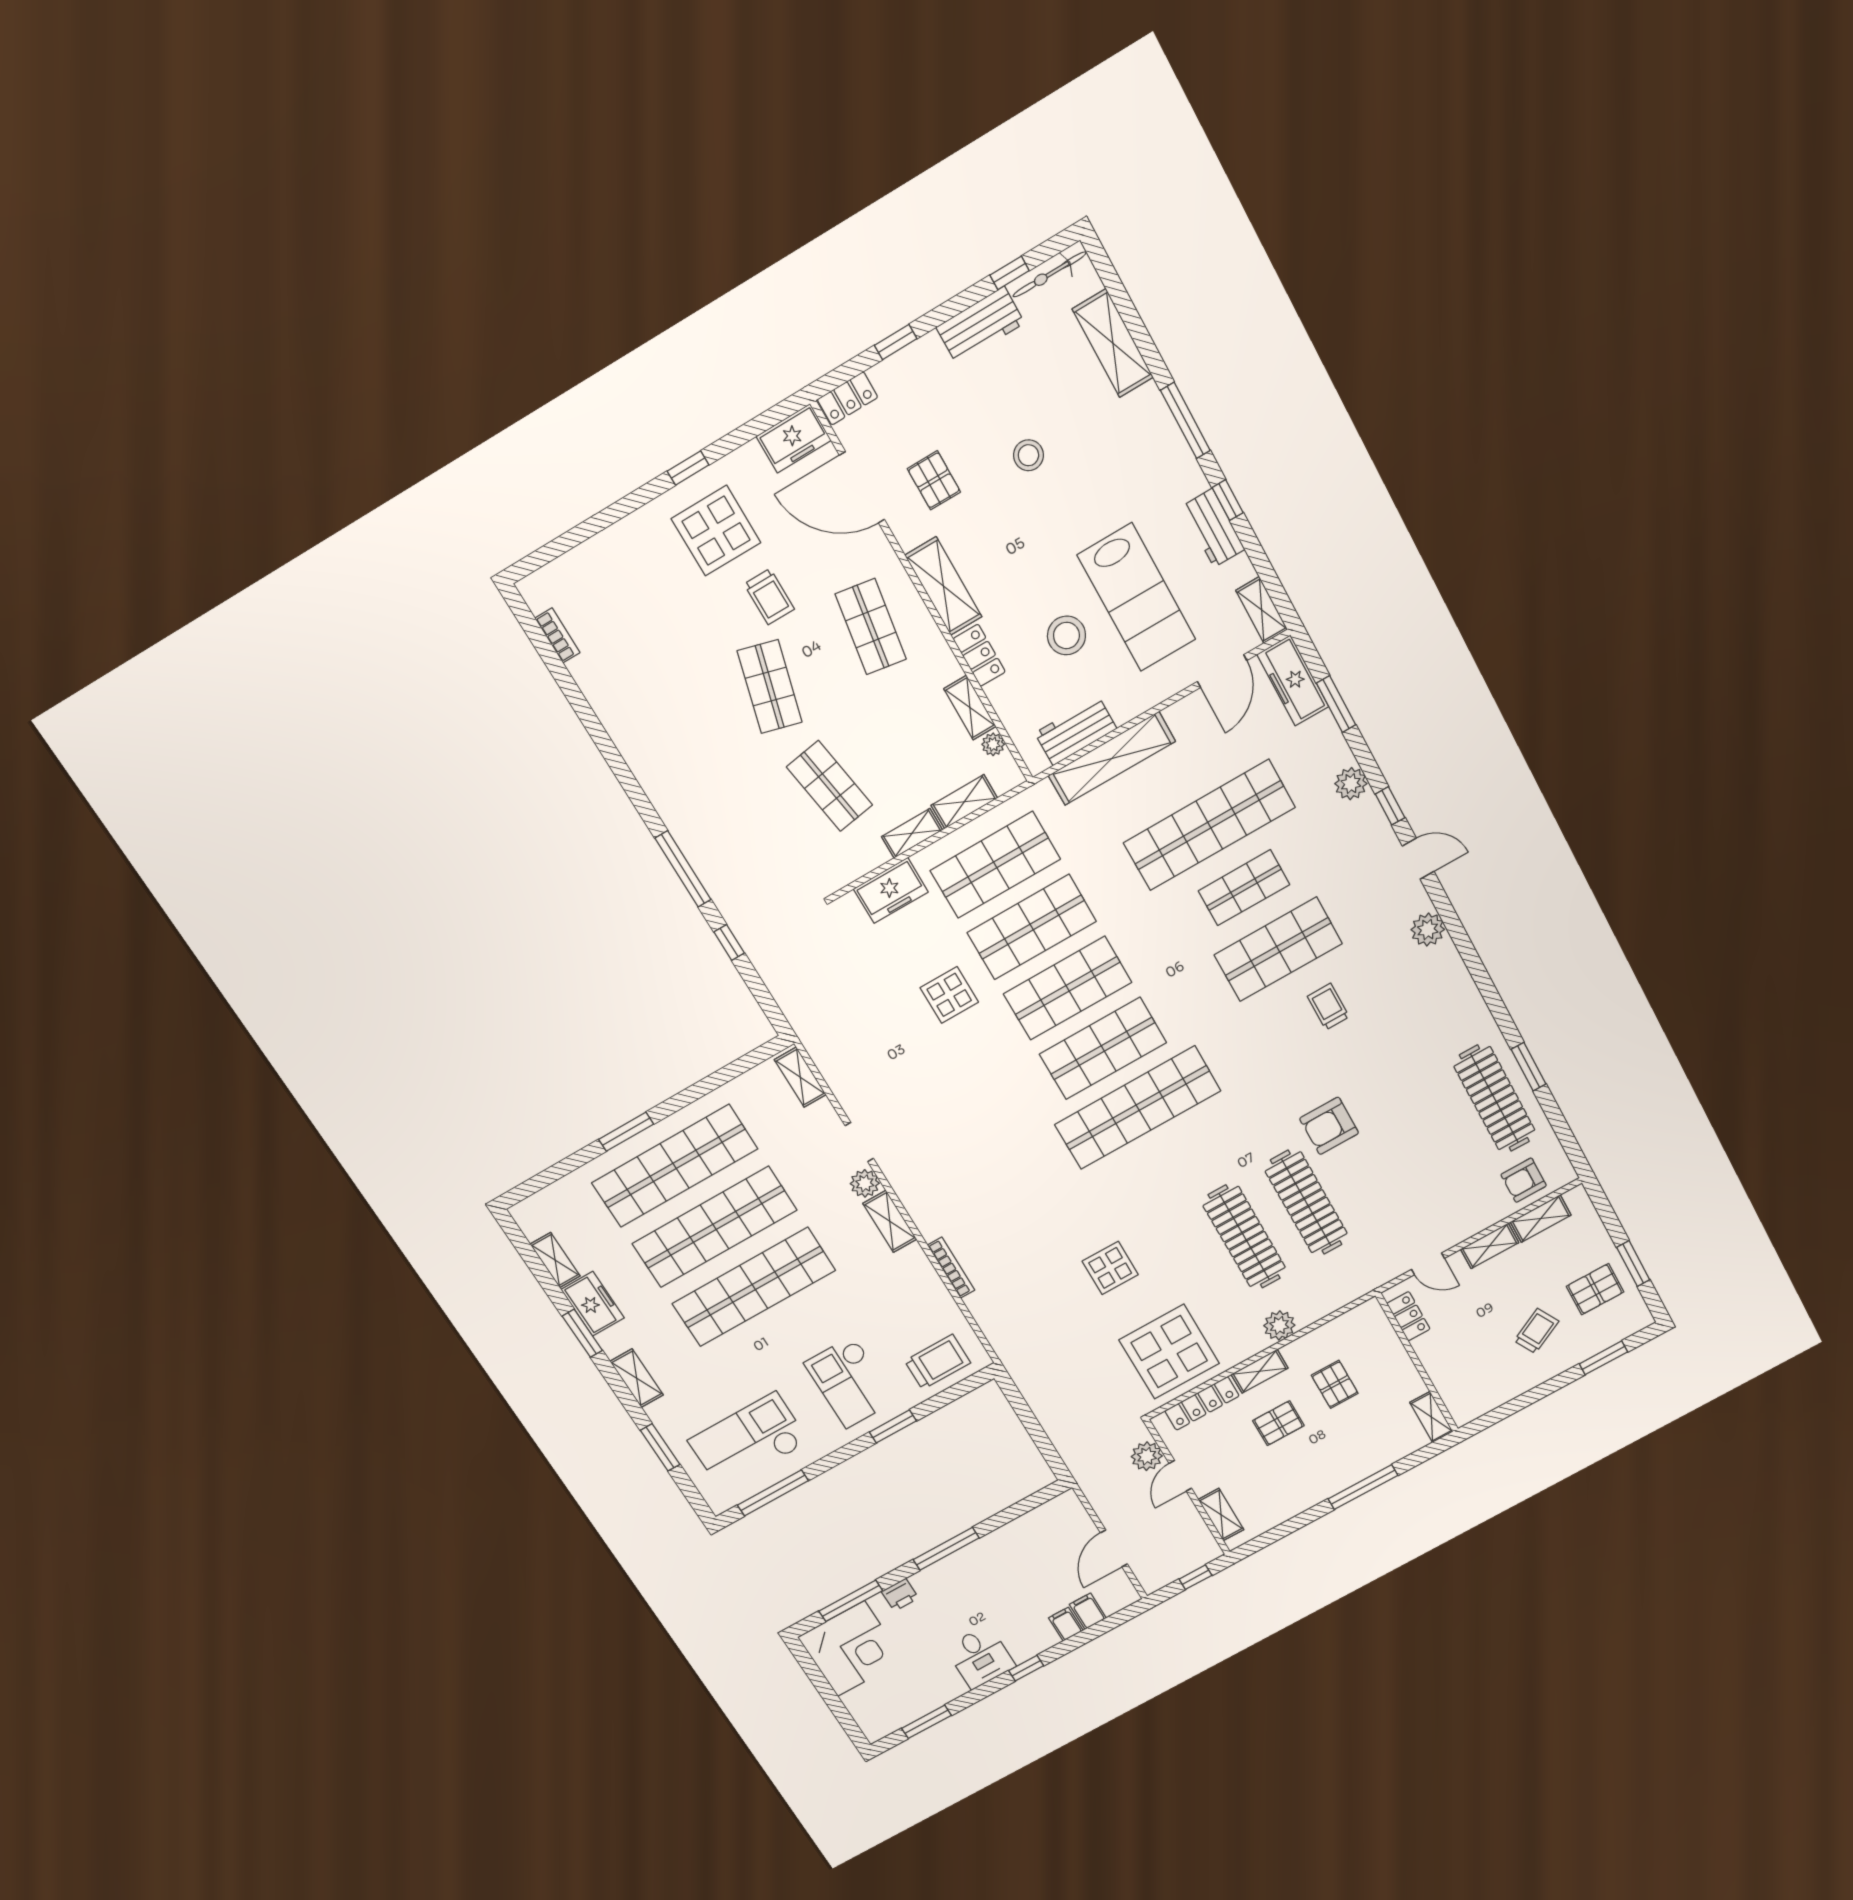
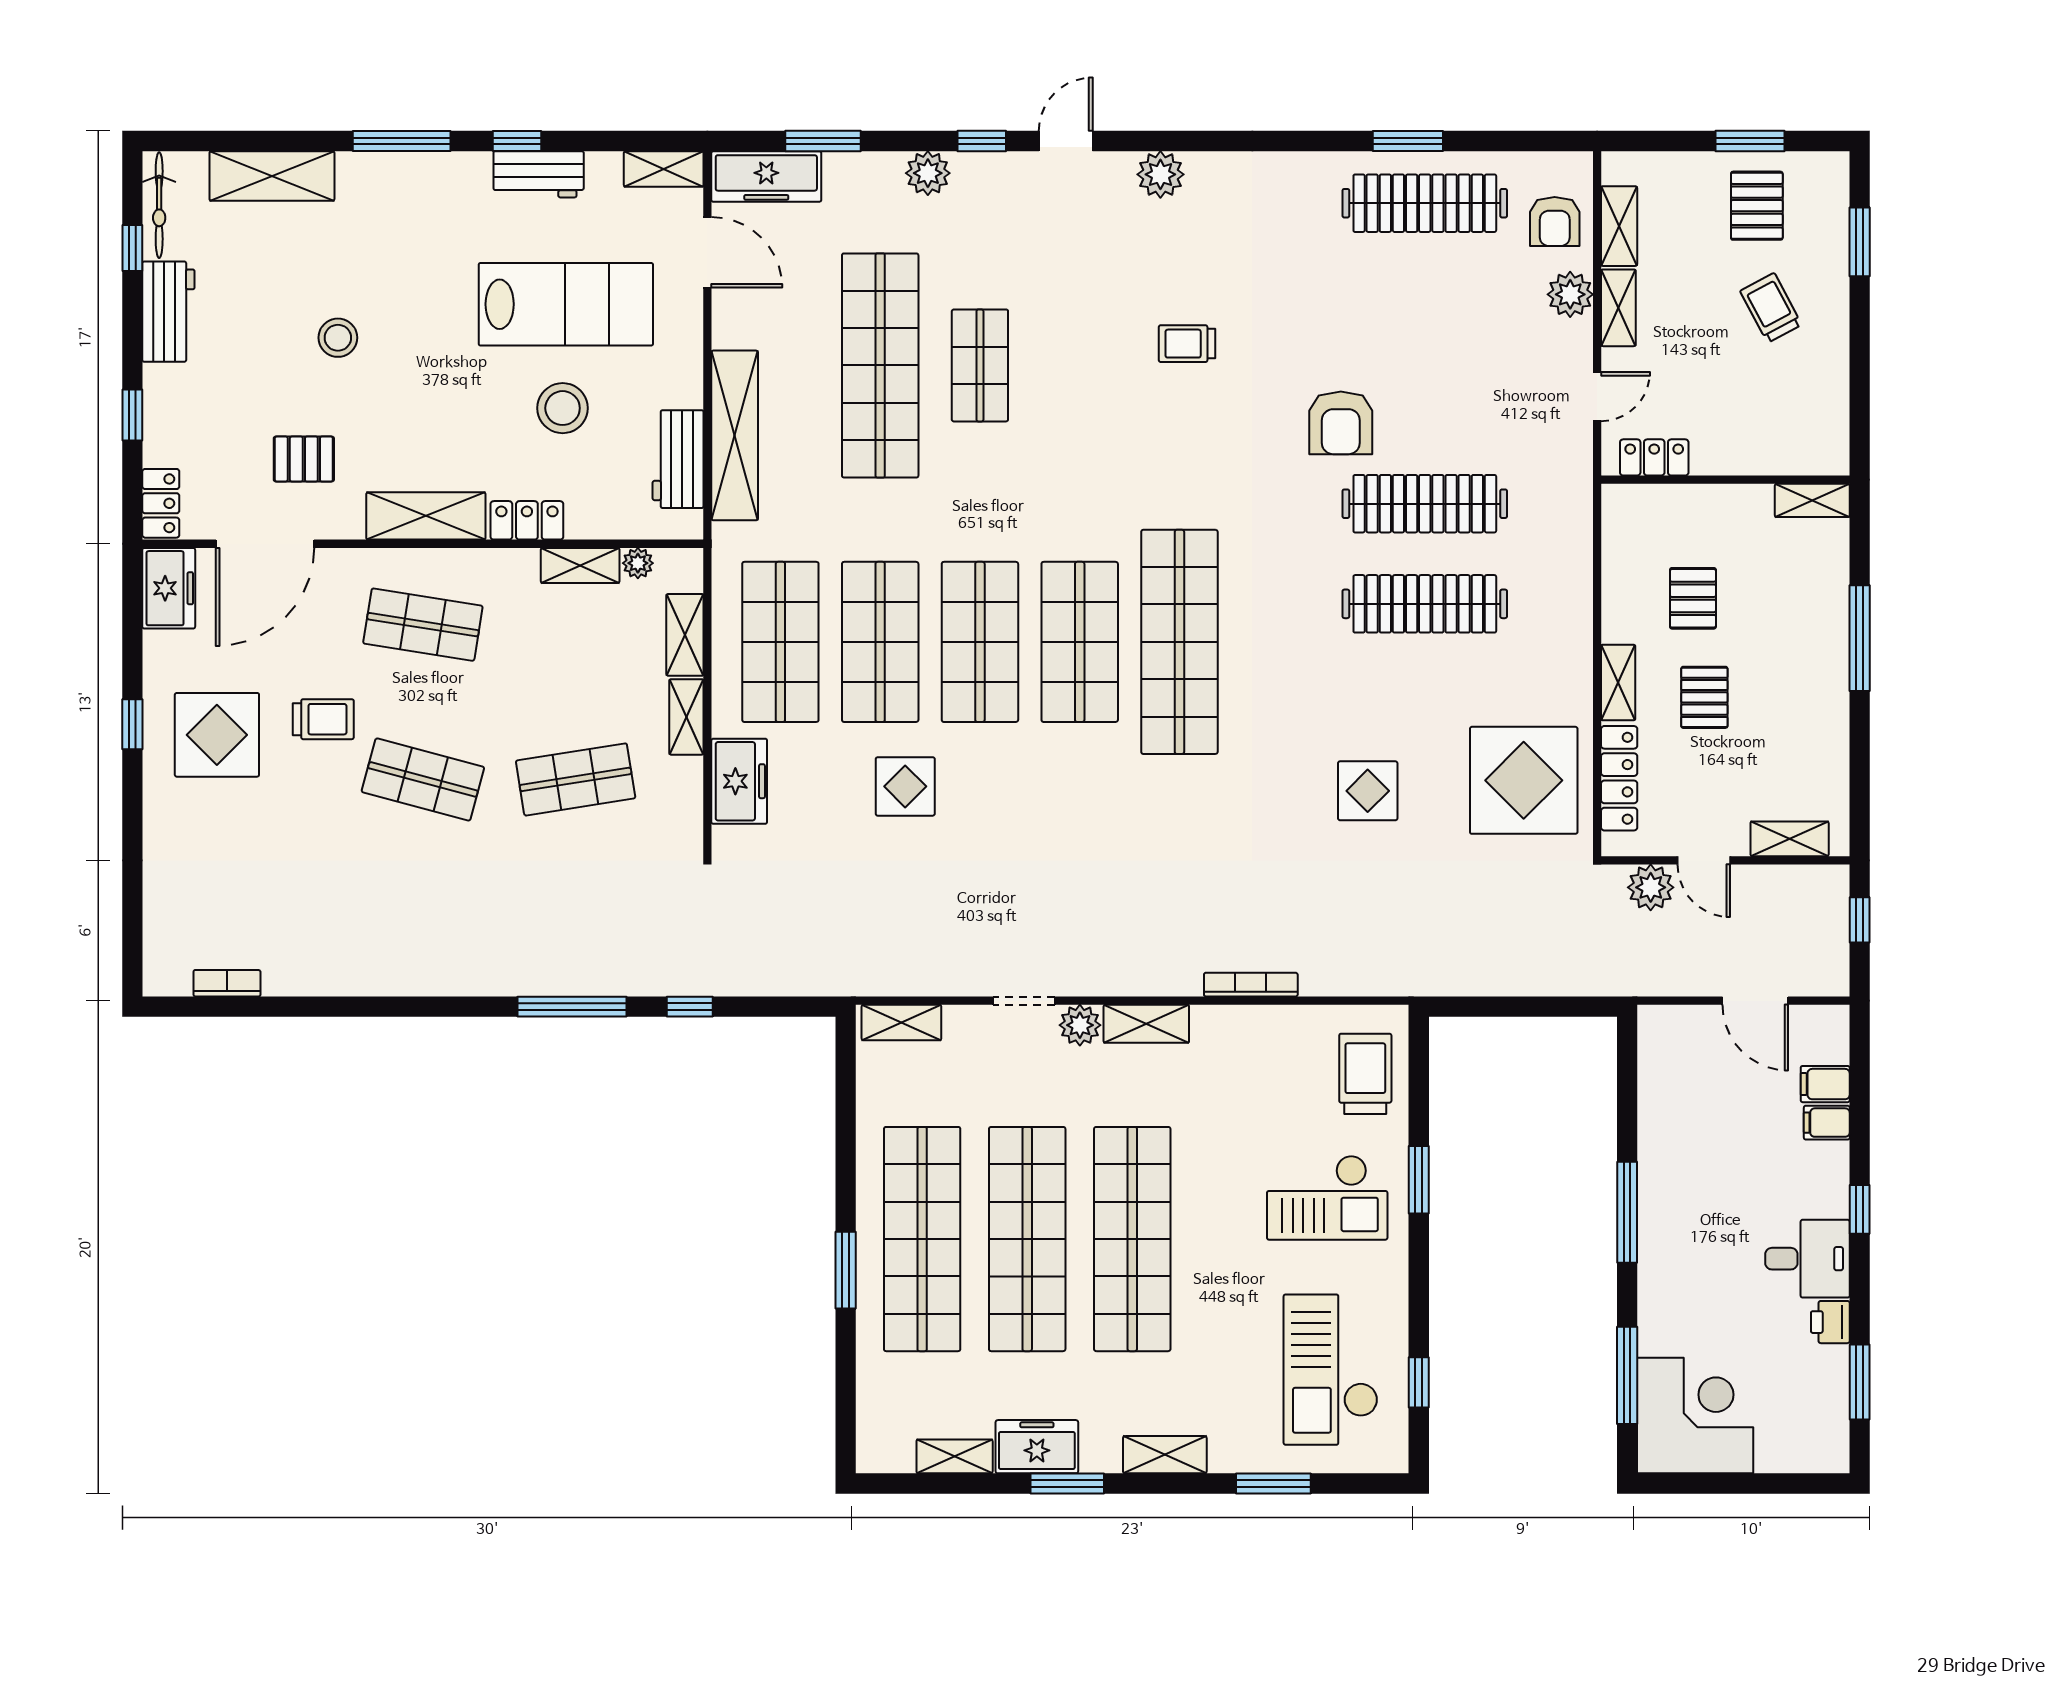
shop shelf: (1278, 949) -> (1080, 365), removed
plant: (1279, 1325) -> (1570, 294), moved
pallet: (1335, 1384) -> (1693, 598), turned 90
window: (773, 1493) -> (1419, 1382), width x0.46
printer: (900, 1595) -> (1830, 1322), moved, turned 180

